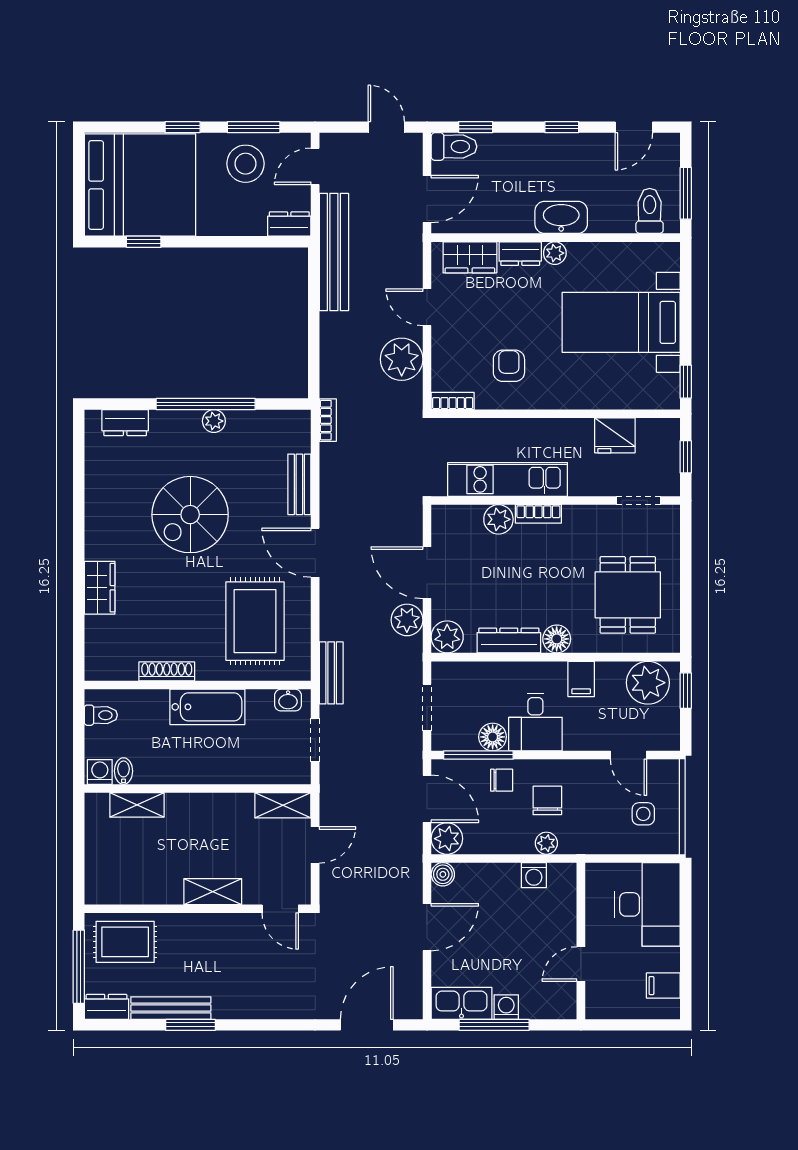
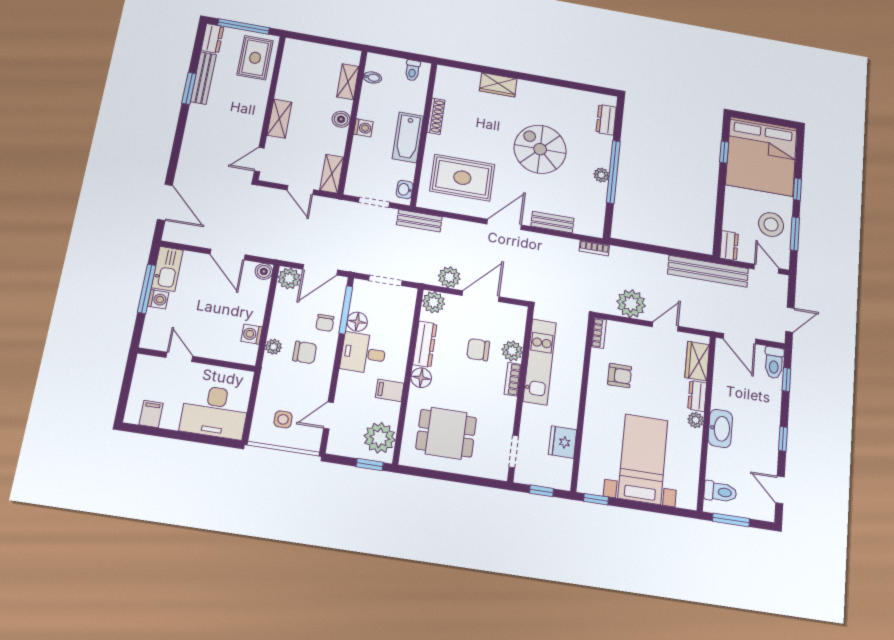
chair: (504, 566) -> (478, 350), added
washing machine: (100, 772) -> (363, 128), moved
boiler: (197, 805) -> (341, 119), added

